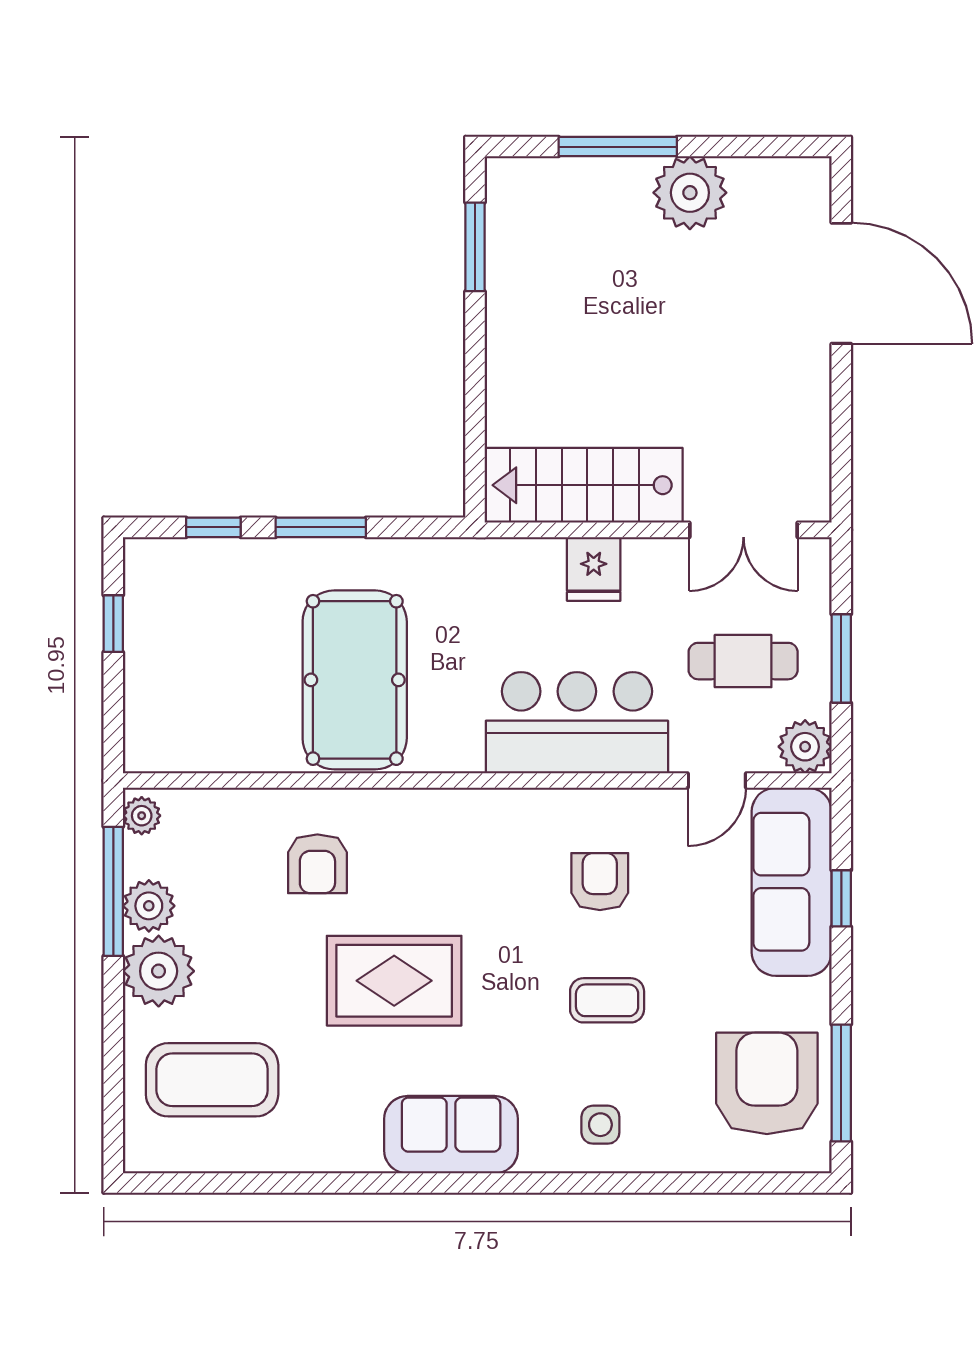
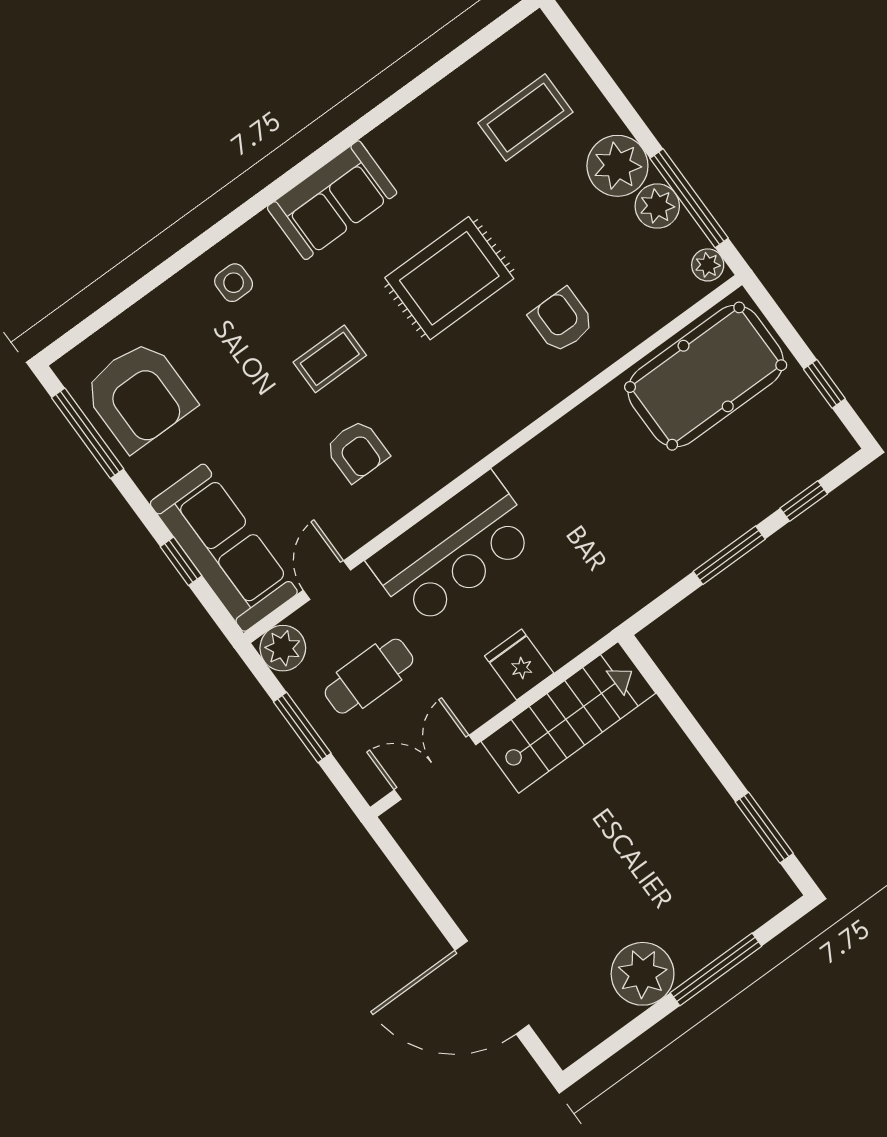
pool table: (355, 680) -> (706, 376), moved, turned 90
coffee table: (607, 1000) -> (330, 359), moved
coffee table: (212, 1080) -> (525, 118), width x0.73, depth x0.76

